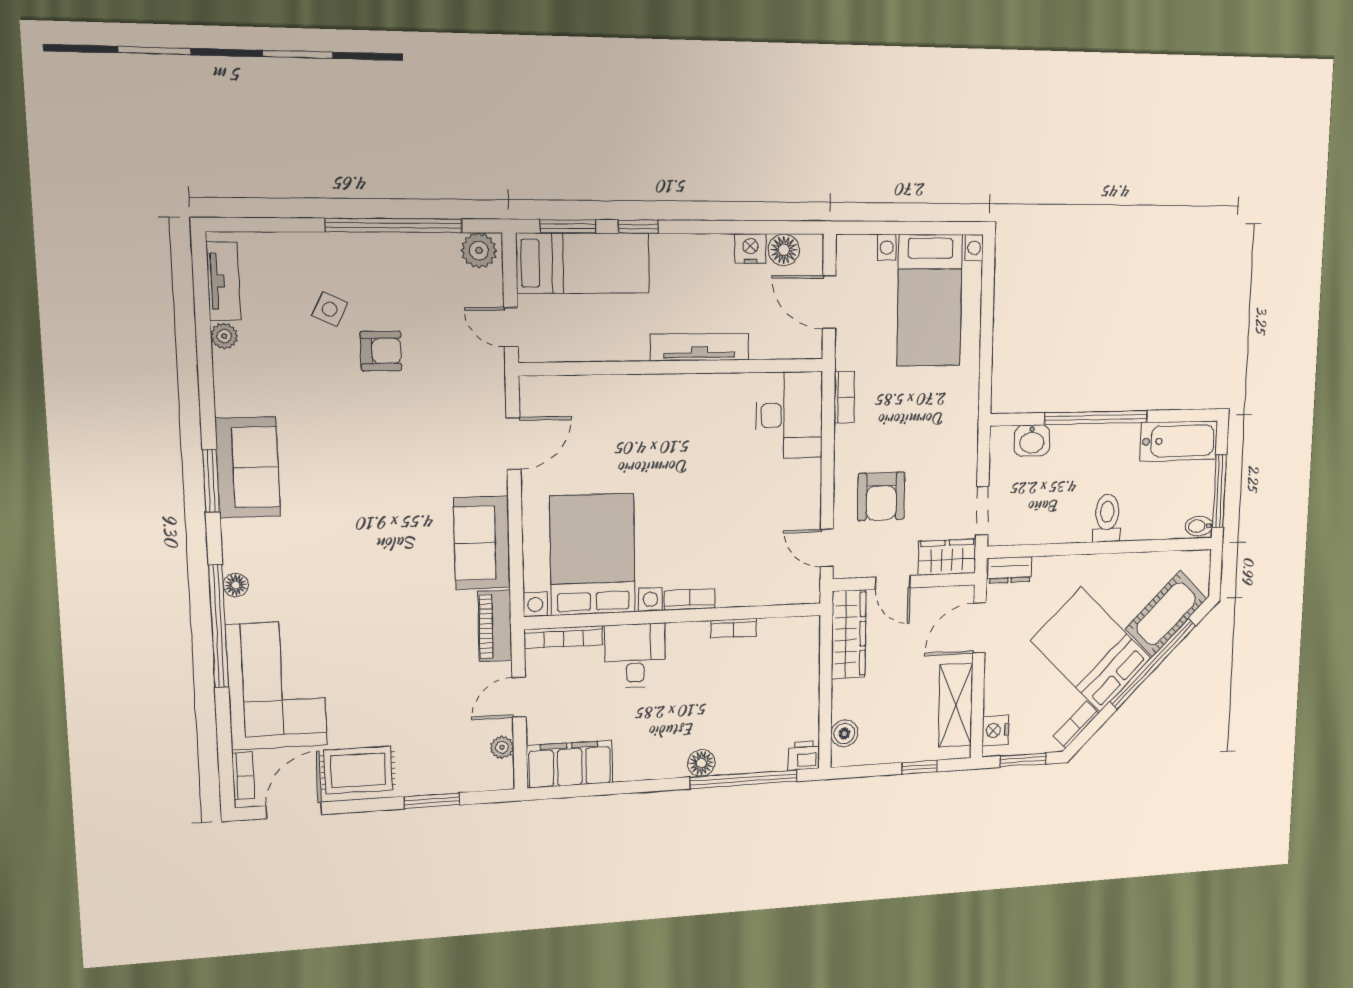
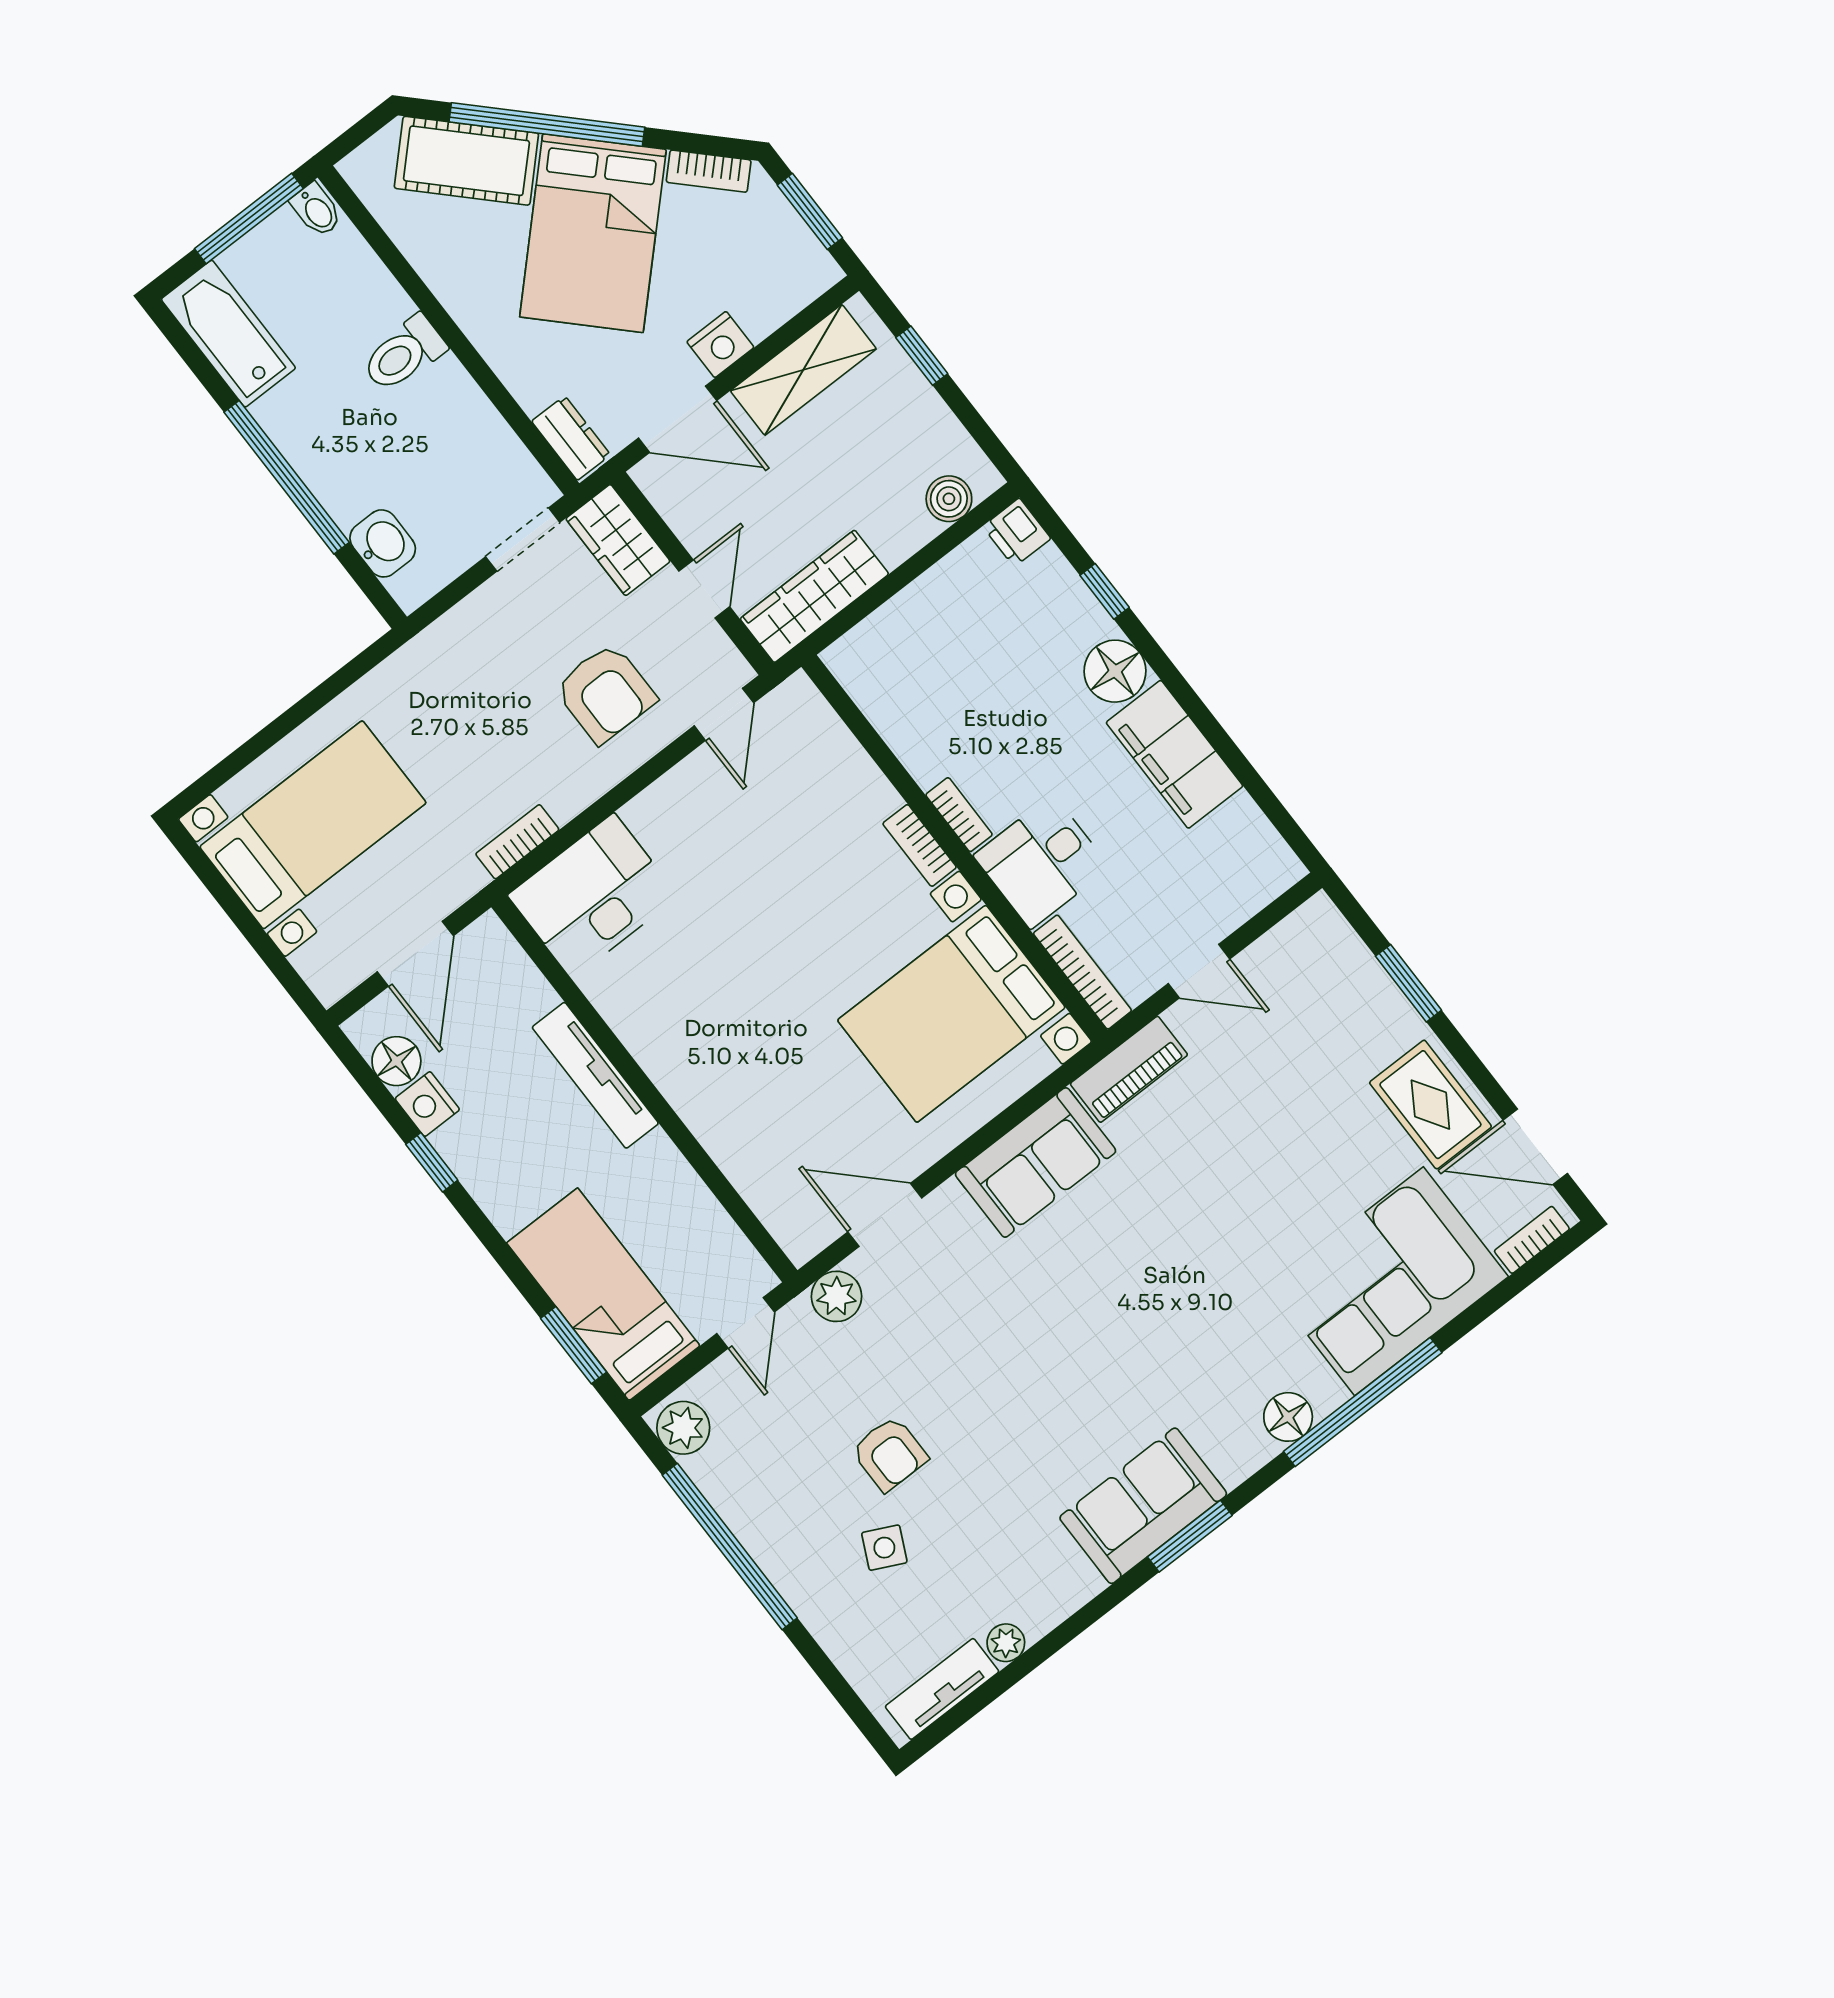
window: (638, 227) -> (432, 1162), moved
armchair: (381, 351) -> (890, 1454), turned 180
armchair: (881, 496) -> (605, 693), turned 90
floor lamp: (236, 585) -> (1288, 1417), width x1.37, depth x1.37
bookcase: (733, 628) -> (959, 815), moved
nightstand: (995, 730) -> (720, 344), moved
plant: (502, 747) -> (836, 1296), moved, width x1.38, depth x1.38
floor lamp: (701, 763) -> (1115, 671), width x1.38, depth x1.38
filing cabinet: (570, 764) -> (1174, 754), moved
window: (744, 779) -> (1105, 591), width x0.32

